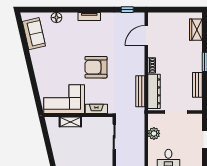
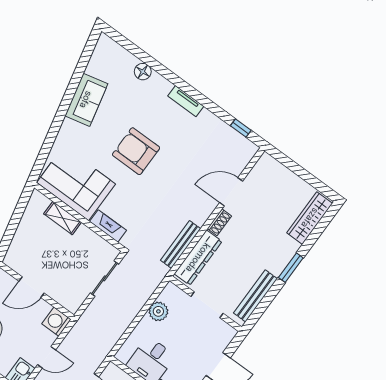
wardrobe: (196, 30) -> (310, 218), width x1.50
sofa: (34, 34) -> (86, 100), moved
door: (146, 36) -> (231, 192), moved
armchair: (96, 67) -> (136, 151), moved
bench: (197, 85) -> (255, 296), width x1.36

